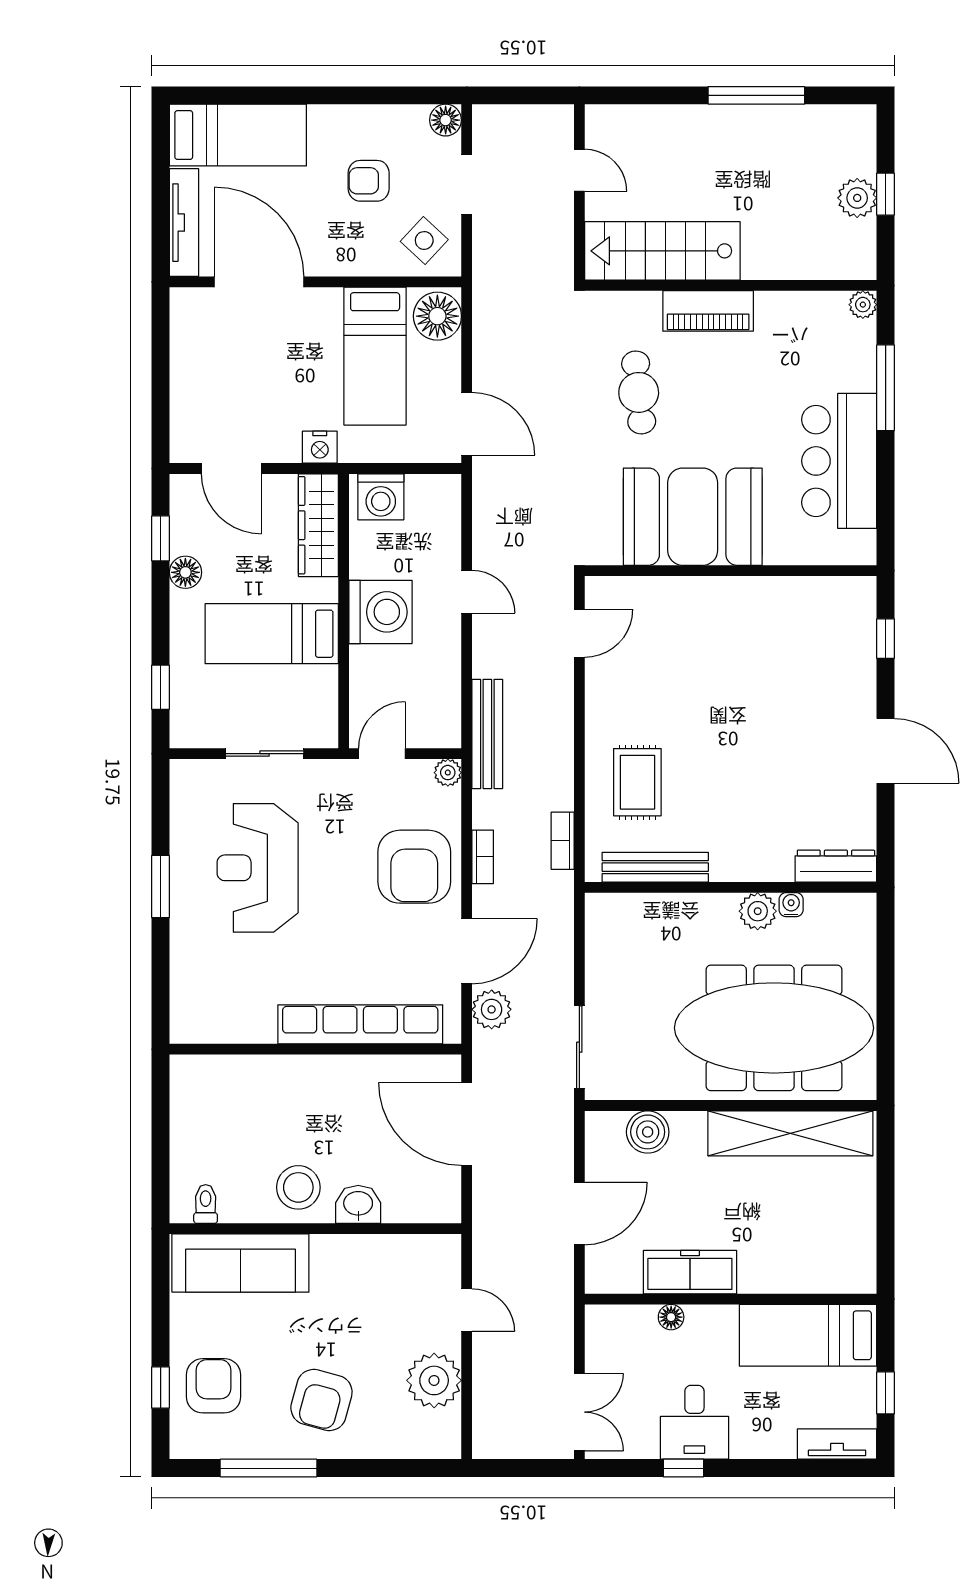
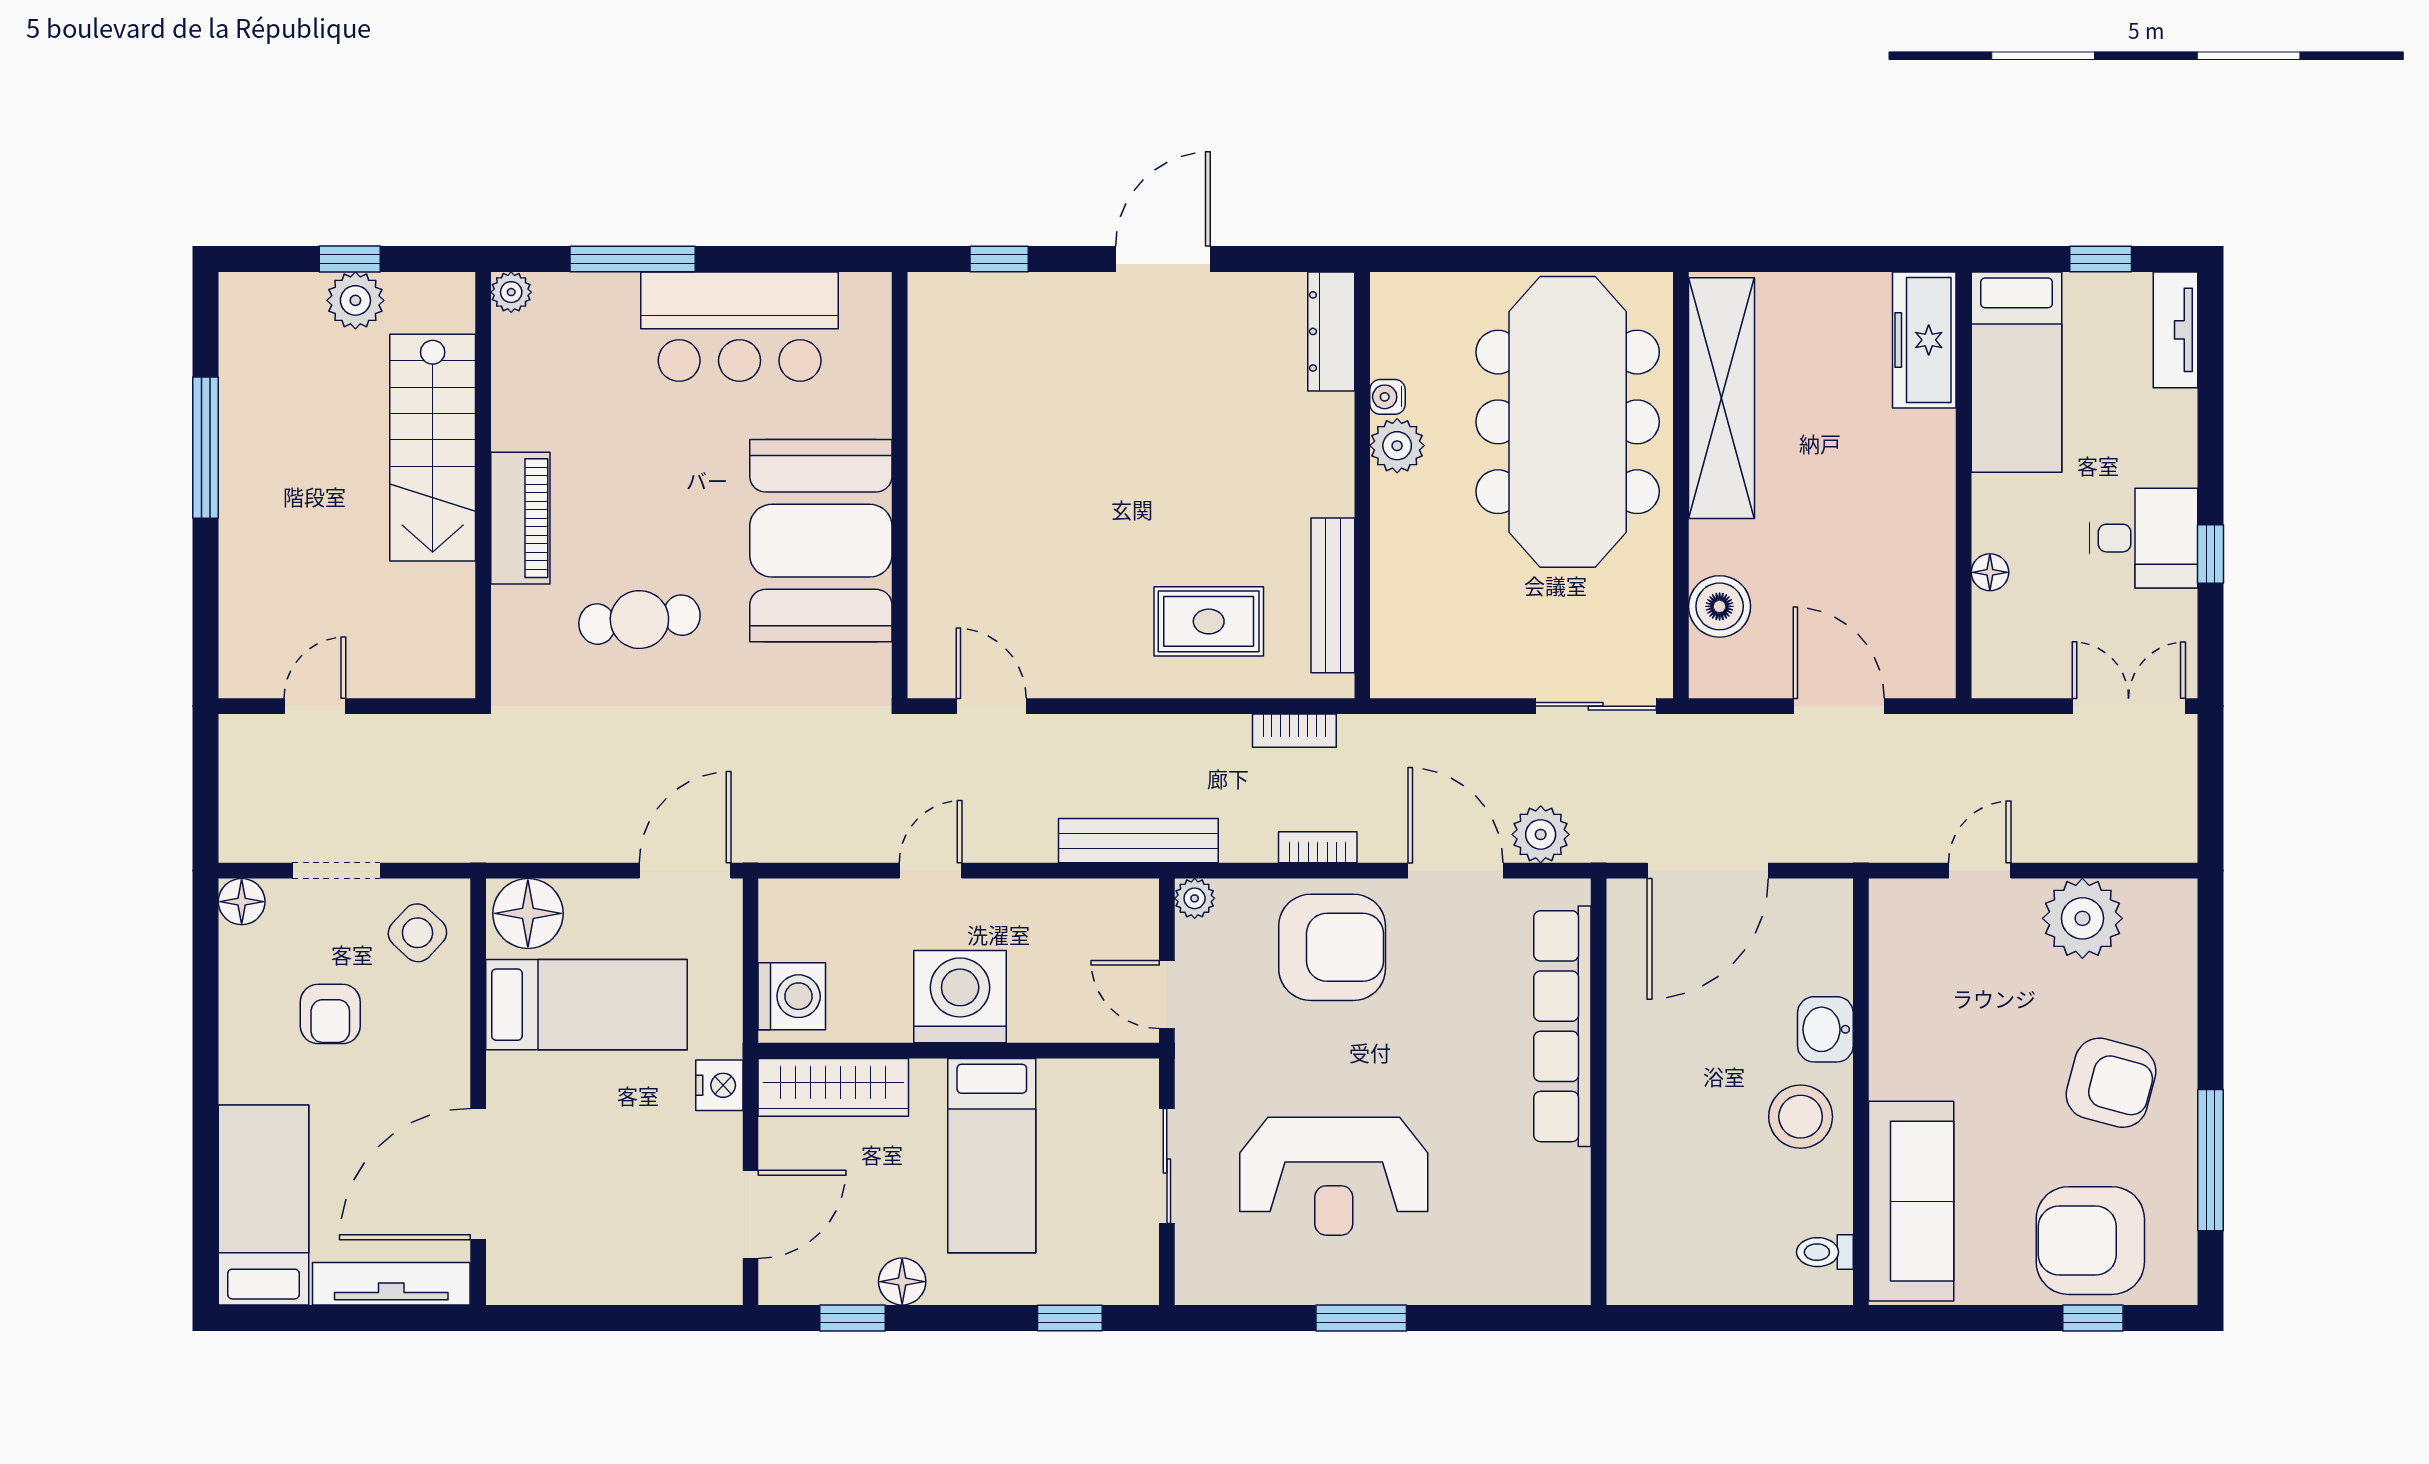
stairs: (662, 251) -> (433, 448), moved
freezer: (690, 1272) -> (1924, 340), moved
armchair: (213, 1386) -> (2090, 1241), width x1.36, depth x1.36

